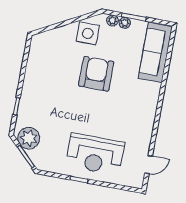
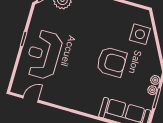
side table: (88, 33) -> (140, 34), moved
door: (149, 165) -> (31, 99), swing flipped

